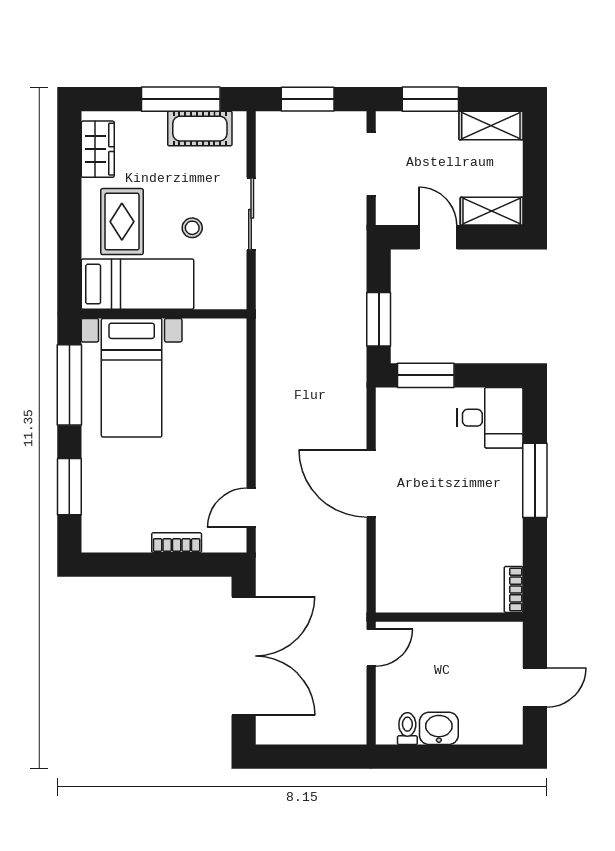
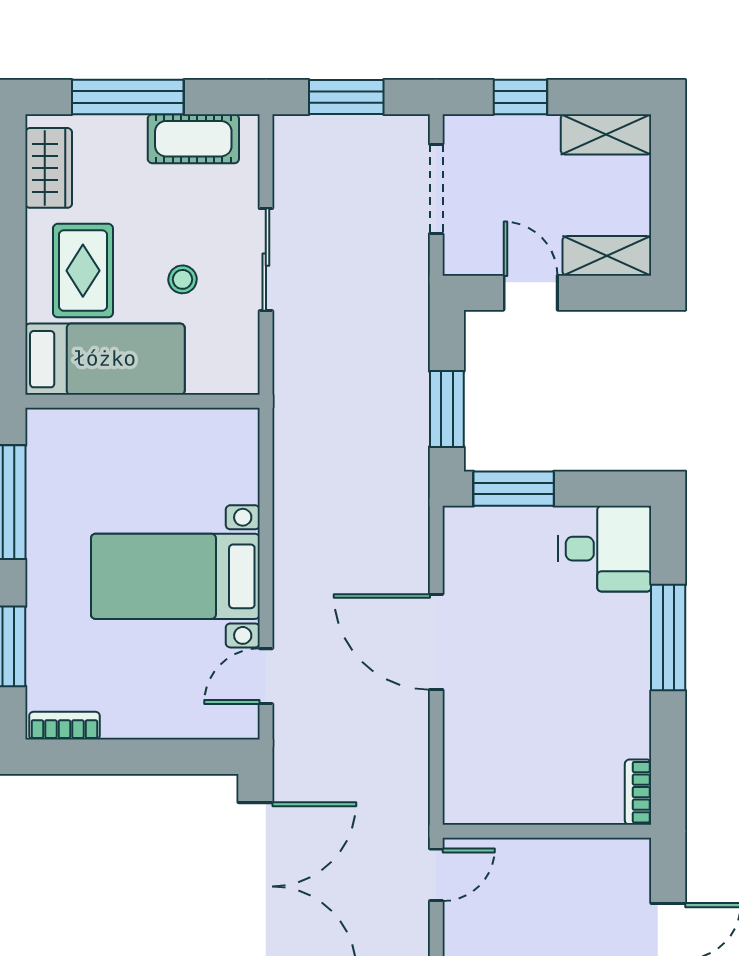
window: (181, 99) -> (128, 97), moved
window: (430, 99) -> (520, 97), width x0.67
bed with nightstands: (132, 378) -> (175, 576), moved, turned 90
bookcase: (177, 543) -> (64, 726), moved

